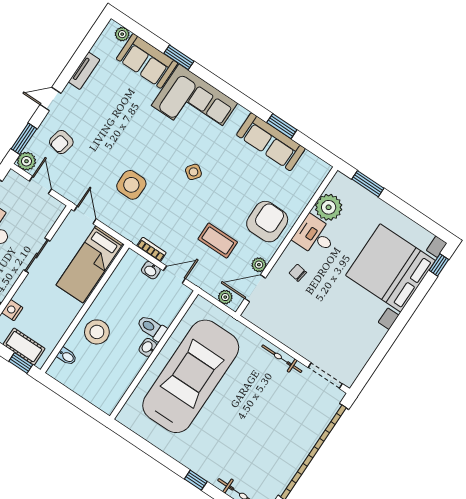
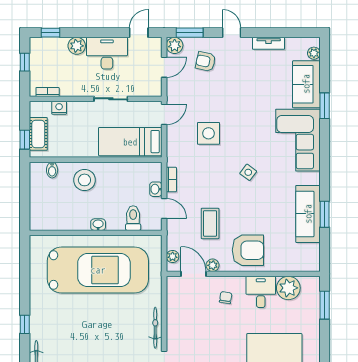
toilet: (152, 328) -> (133, 218), moved

